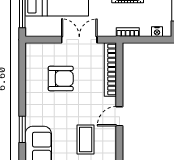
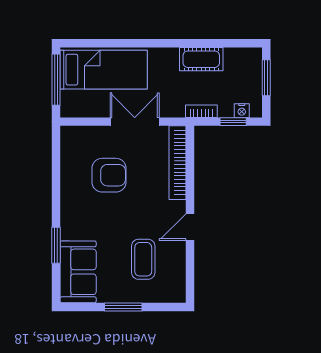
window: (151, 40) -> (233, 122), added

